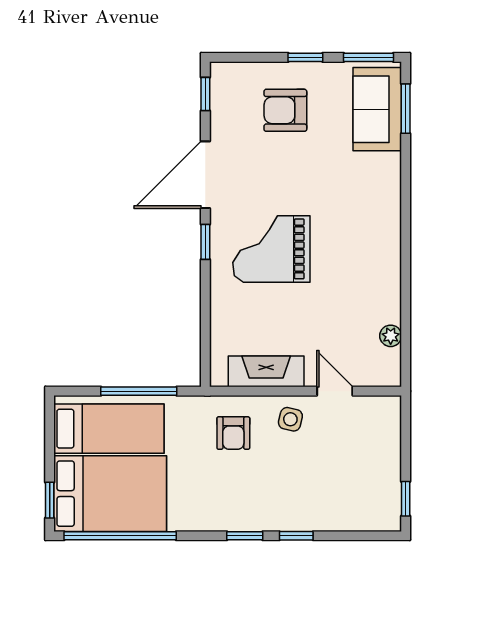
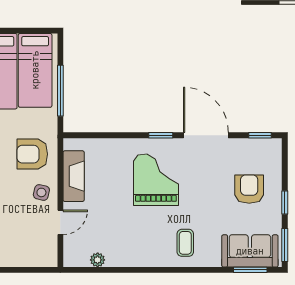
coffee table: (365, 205) -> (185, 243), added
armchair: (233, 433) -> (32, 154), width x1.38, depth x1.38

